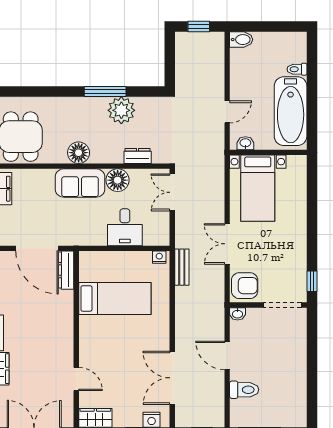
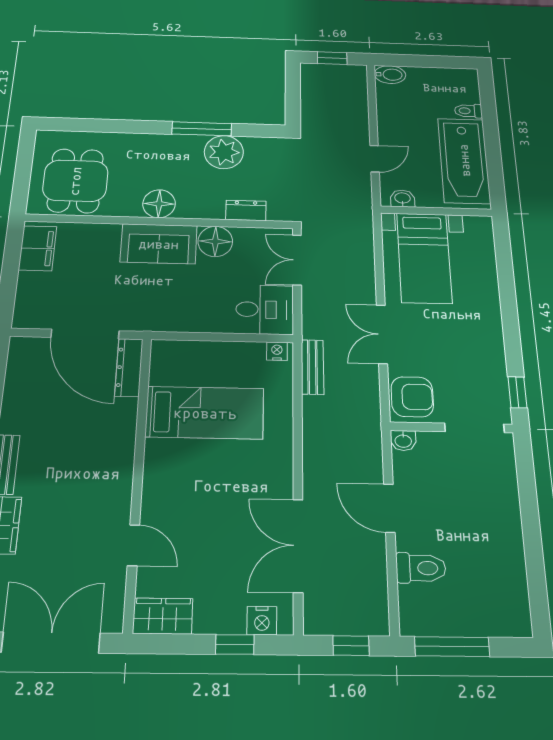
desk: (125, 227) -> (265, 310), moved, turned -90

